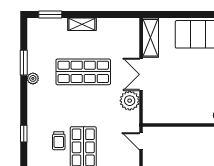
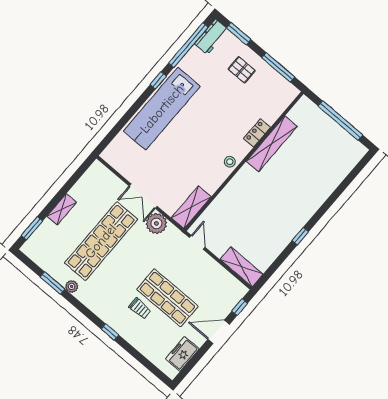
shelving: (151, 38) -> (191, 207), moved, turned 90
shop shelf: (83, 72) -> (101, 241), width x1.40
door: (141, 141) -> (197, 242), swing flipped

